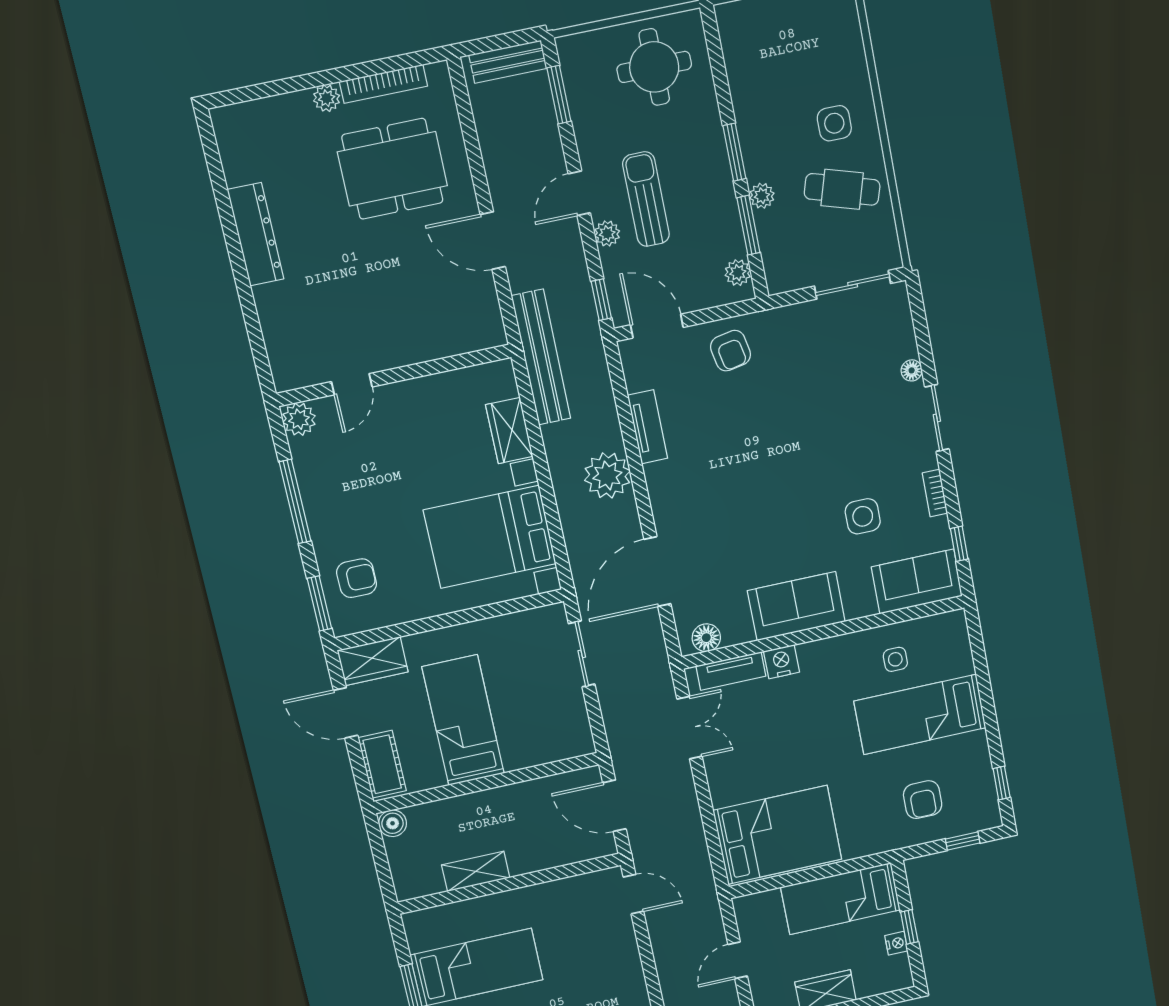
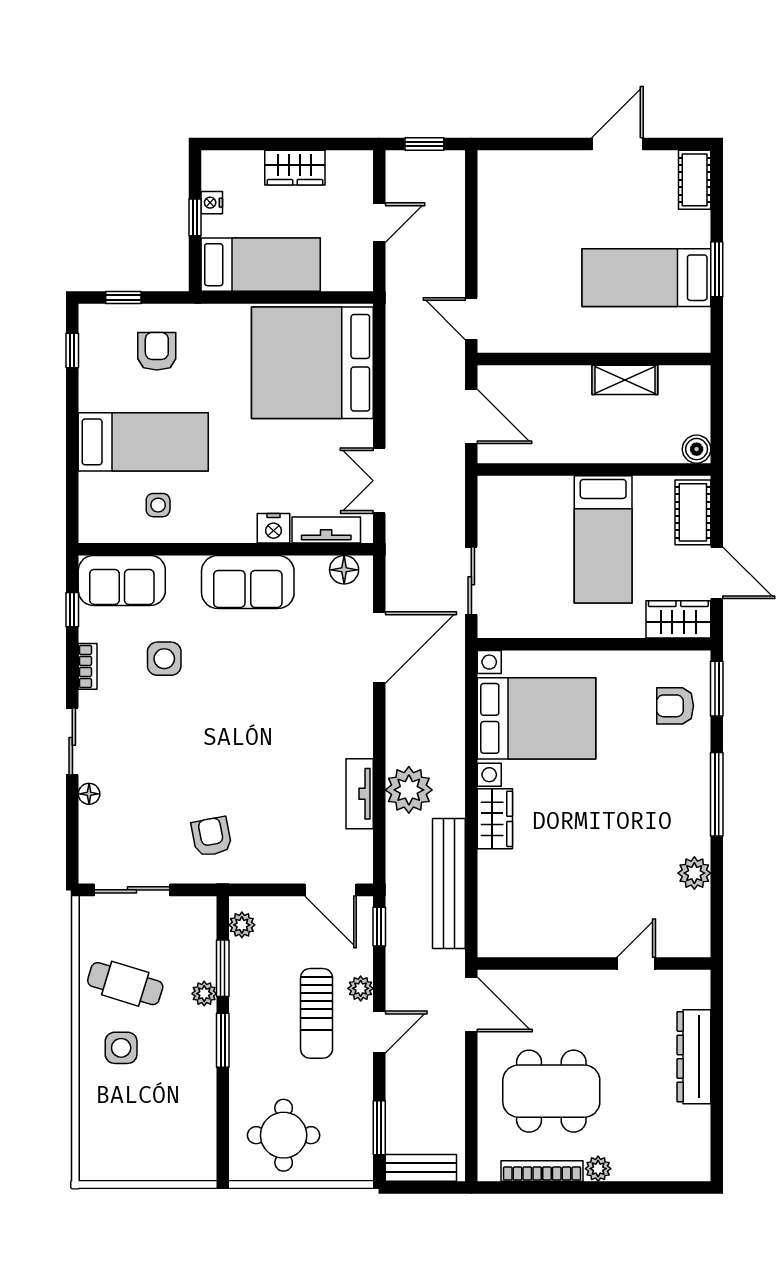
armchair: (731, 351) -> (212, 837), moved
wall: (394, 375) -> (594, 964), moved
door: (352, 384) -> (636, 964), moved
plant: (607, 475) -> (409, 790), moved
bed: (777, 835) -> (312, 363), width x1.36

